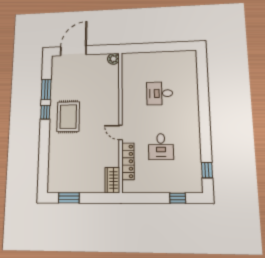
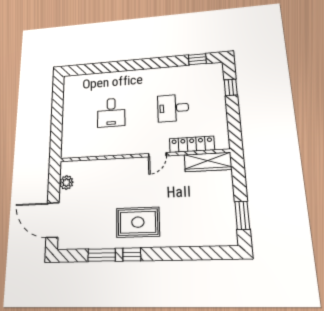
plant: (113, 59) -> (66, 183), moved
desk: (161, 147) -> (173, 108), turned 180
wardrobe: (112, 180) -> (208, 162), width x1.50

